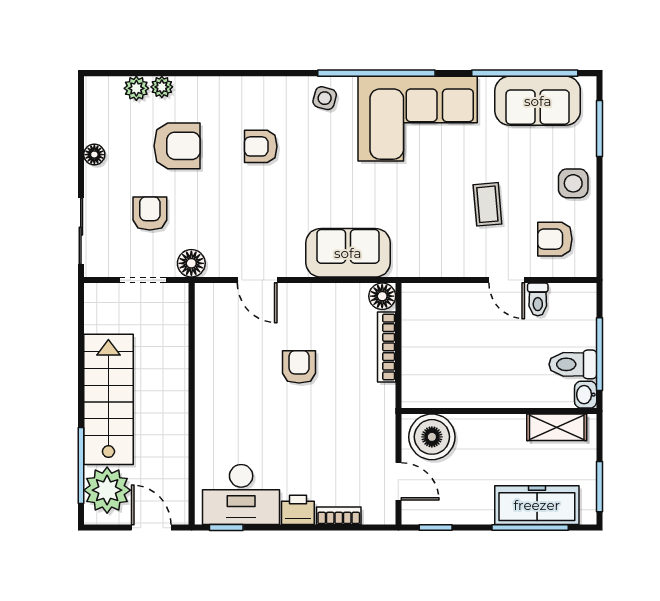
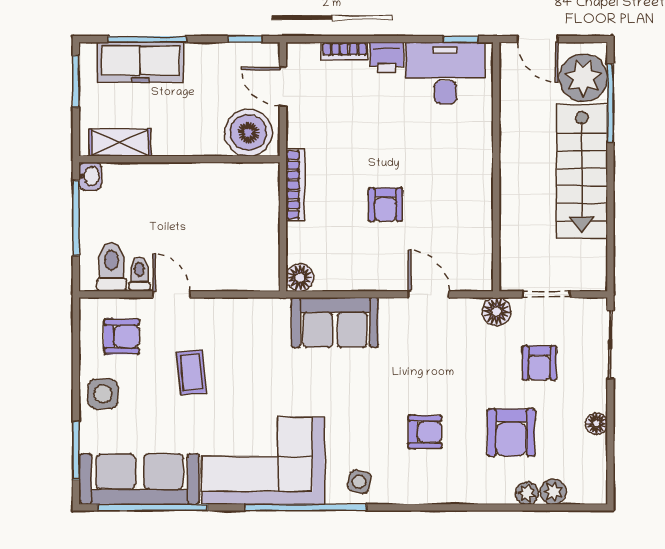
sofa: (538, 101) -> (140, 479), width x1.36
armchair: (177, 146) -> (511, 433), turned -90
bookcase: (387, 347) -> (295, 185), moved
toilet: (573, 364) -> (112, 267), moved, turned -90

